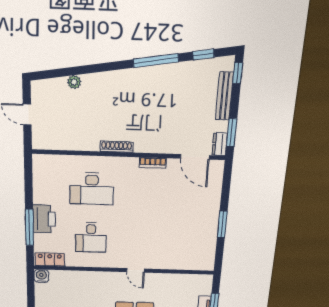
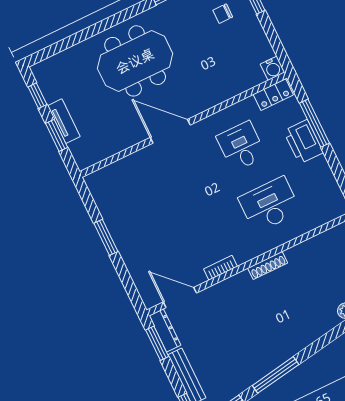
dresser: (220, 144) -> (165, 330), width x1.44
door: (136, 270) -> (170, 131), width x1.88

